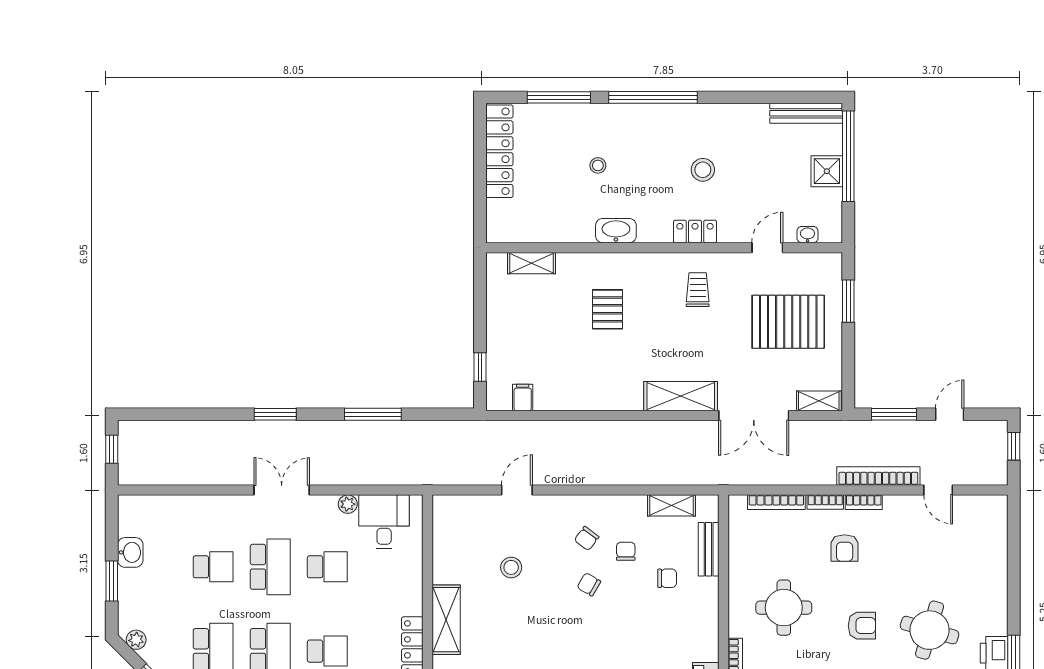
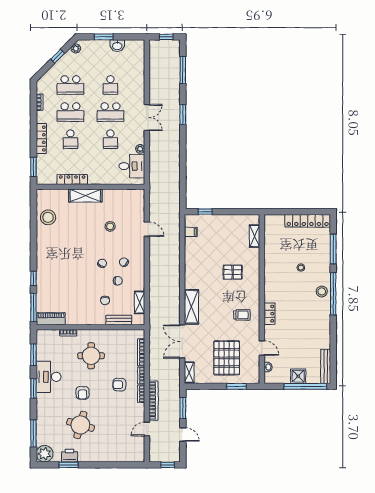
stool: (703, 170) -> (322, 291), moved
washbasin: (616, 231) -> (270, 276), removed
window: (373, 414) -> (183, 70), moved

